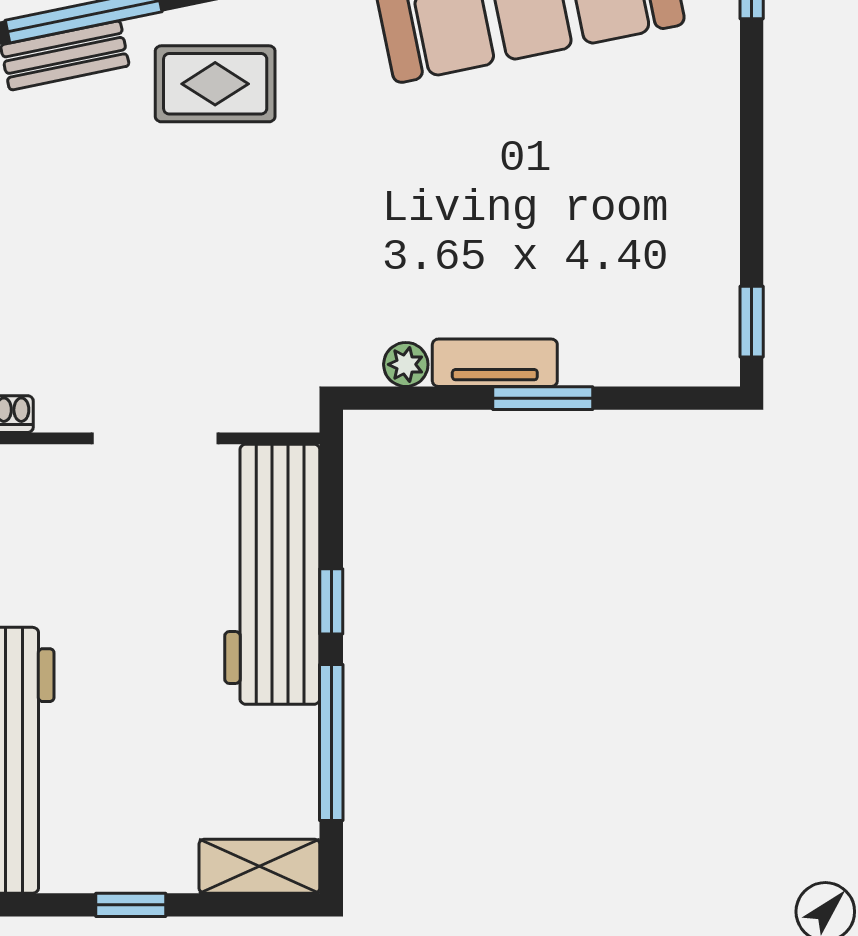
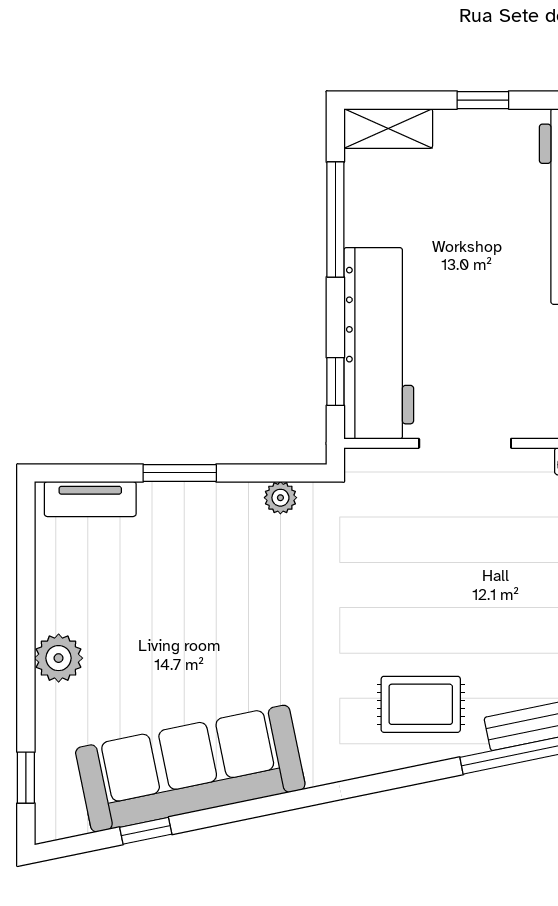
plant: (707, 147) -> (59, 658), added
window: (752, 322) -> (26, 529), removed
tv unit: (495, 363) -> (90, 499), moved
window: (331, 601) -> (335, 381), moved

